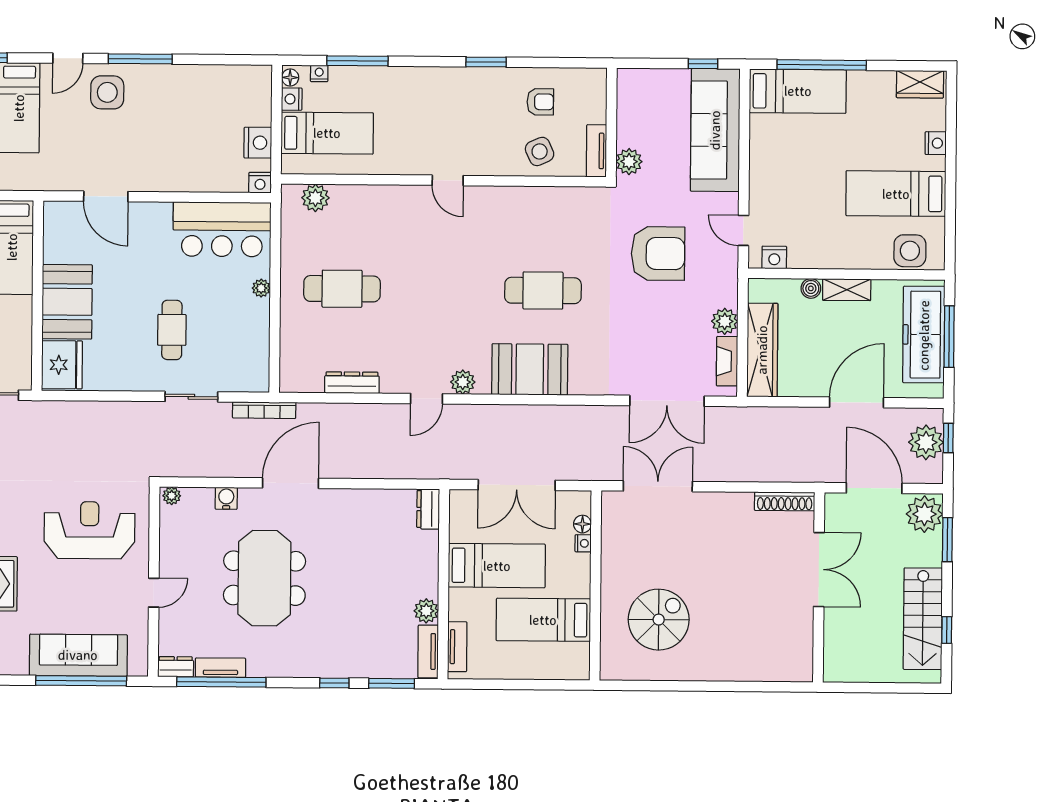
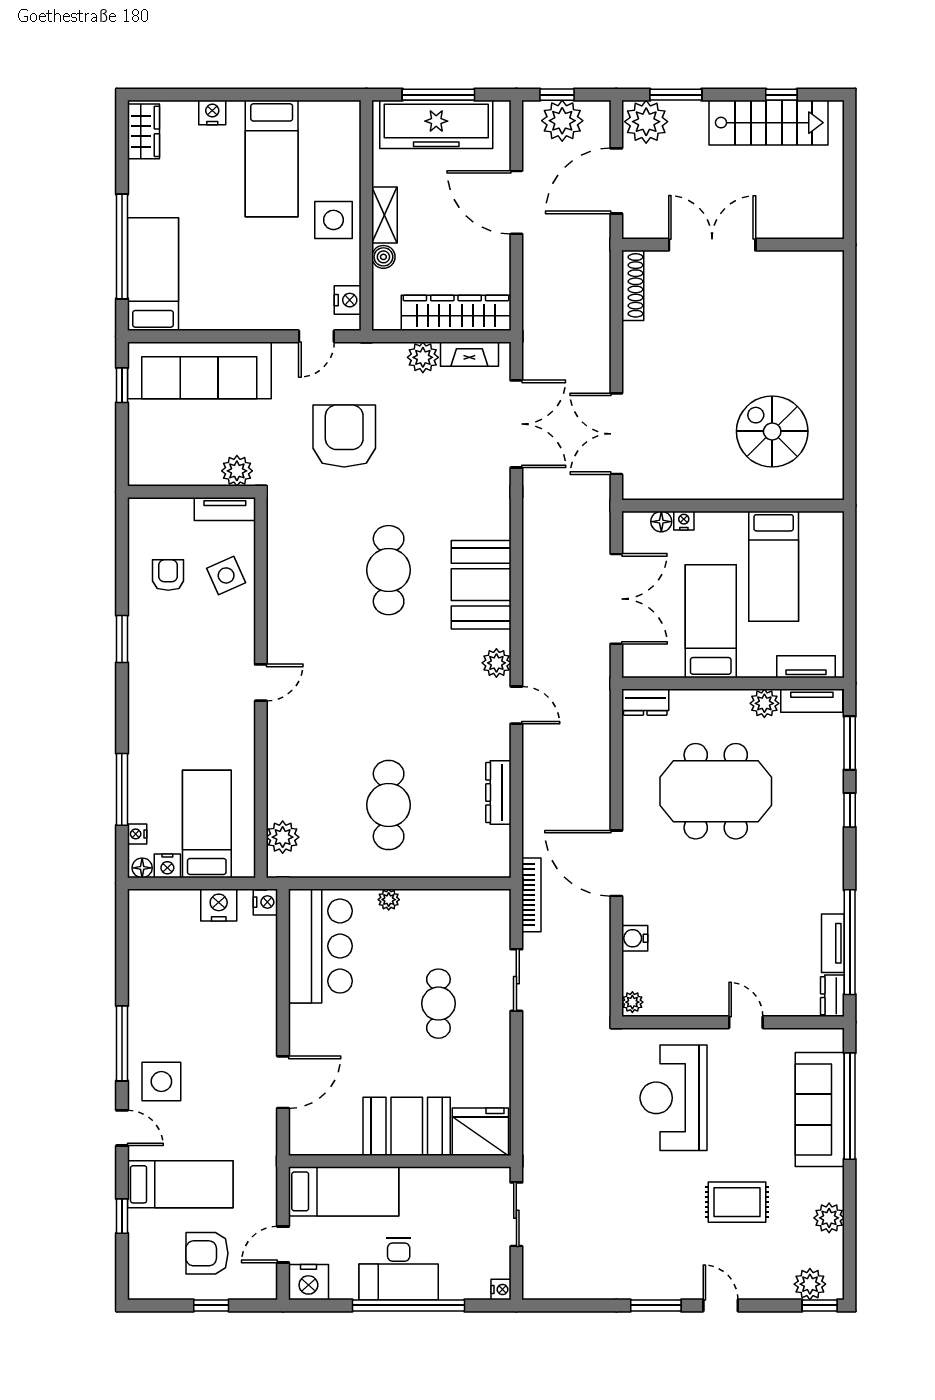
side table: (910, 251) -> (333, 220), moved
cafe table: (172, 330) -> (438, 1004), turned 90
meeting table: (264, 578) -> (716, 791), moved

